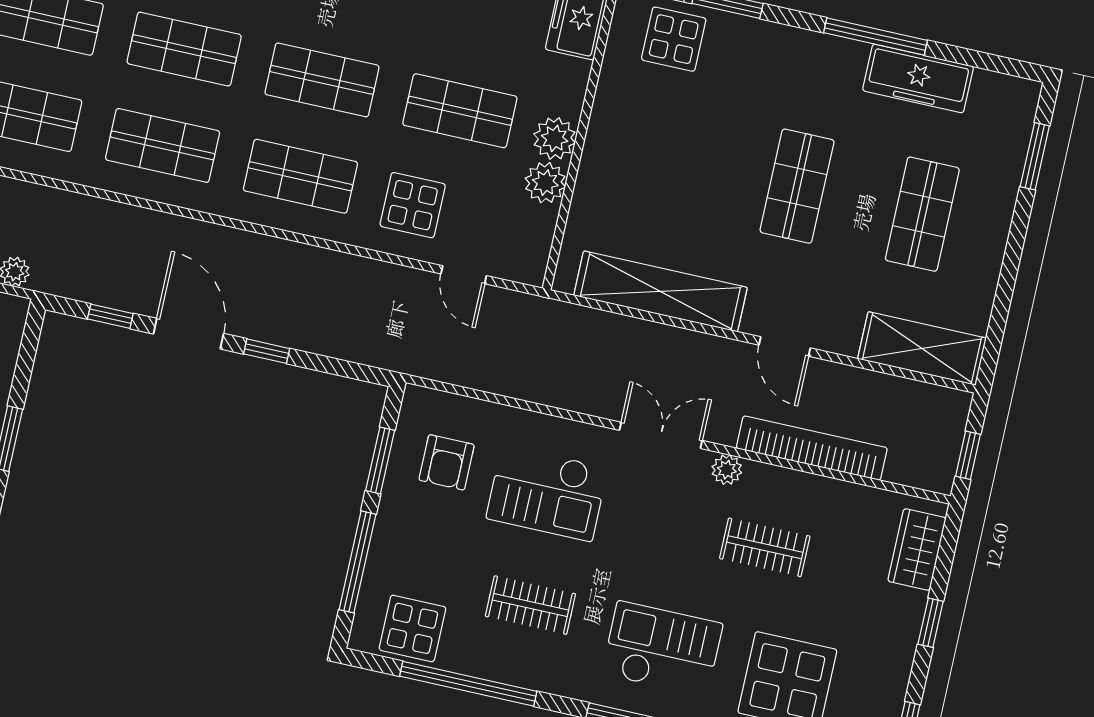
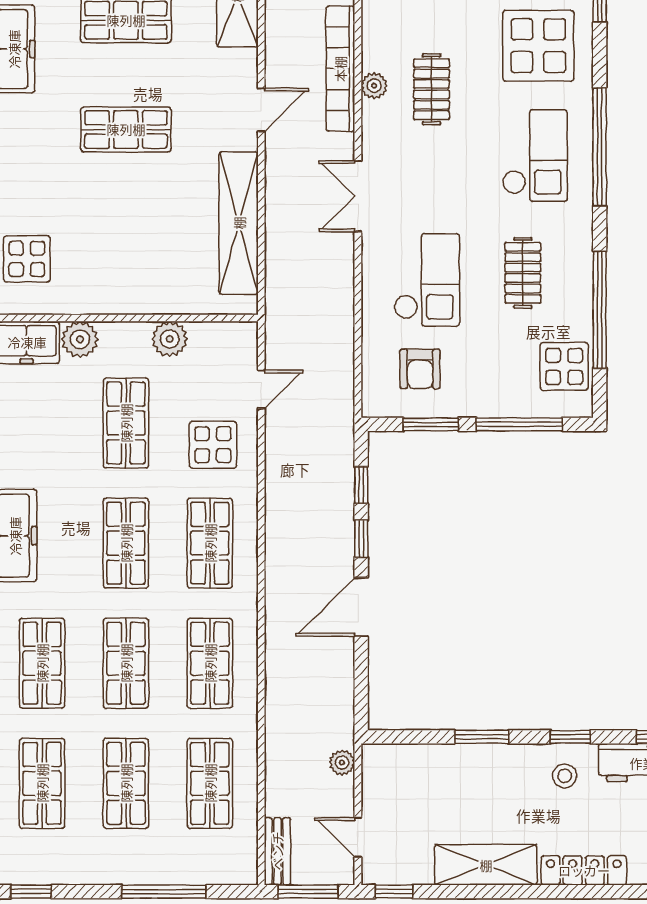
plant: (555, 138) -> (80, 339), moved
window: (110, 316) -> (361, 485), moved
armchair: (447, 462) -> (420, 369), turned 90
plant: (727, 470) -> (374, 86), moved
checkout: (662, 649) -> (535, 155), turned 180

